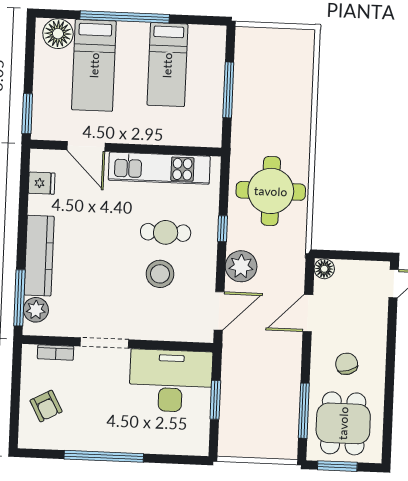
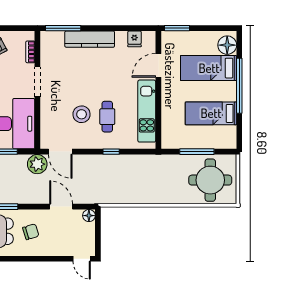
round table: (271, 191) -> (210, 180), moved
plant: (241, 266) -> (37, 164), moved
plant: (36, 310) -> (56, 39), removed

